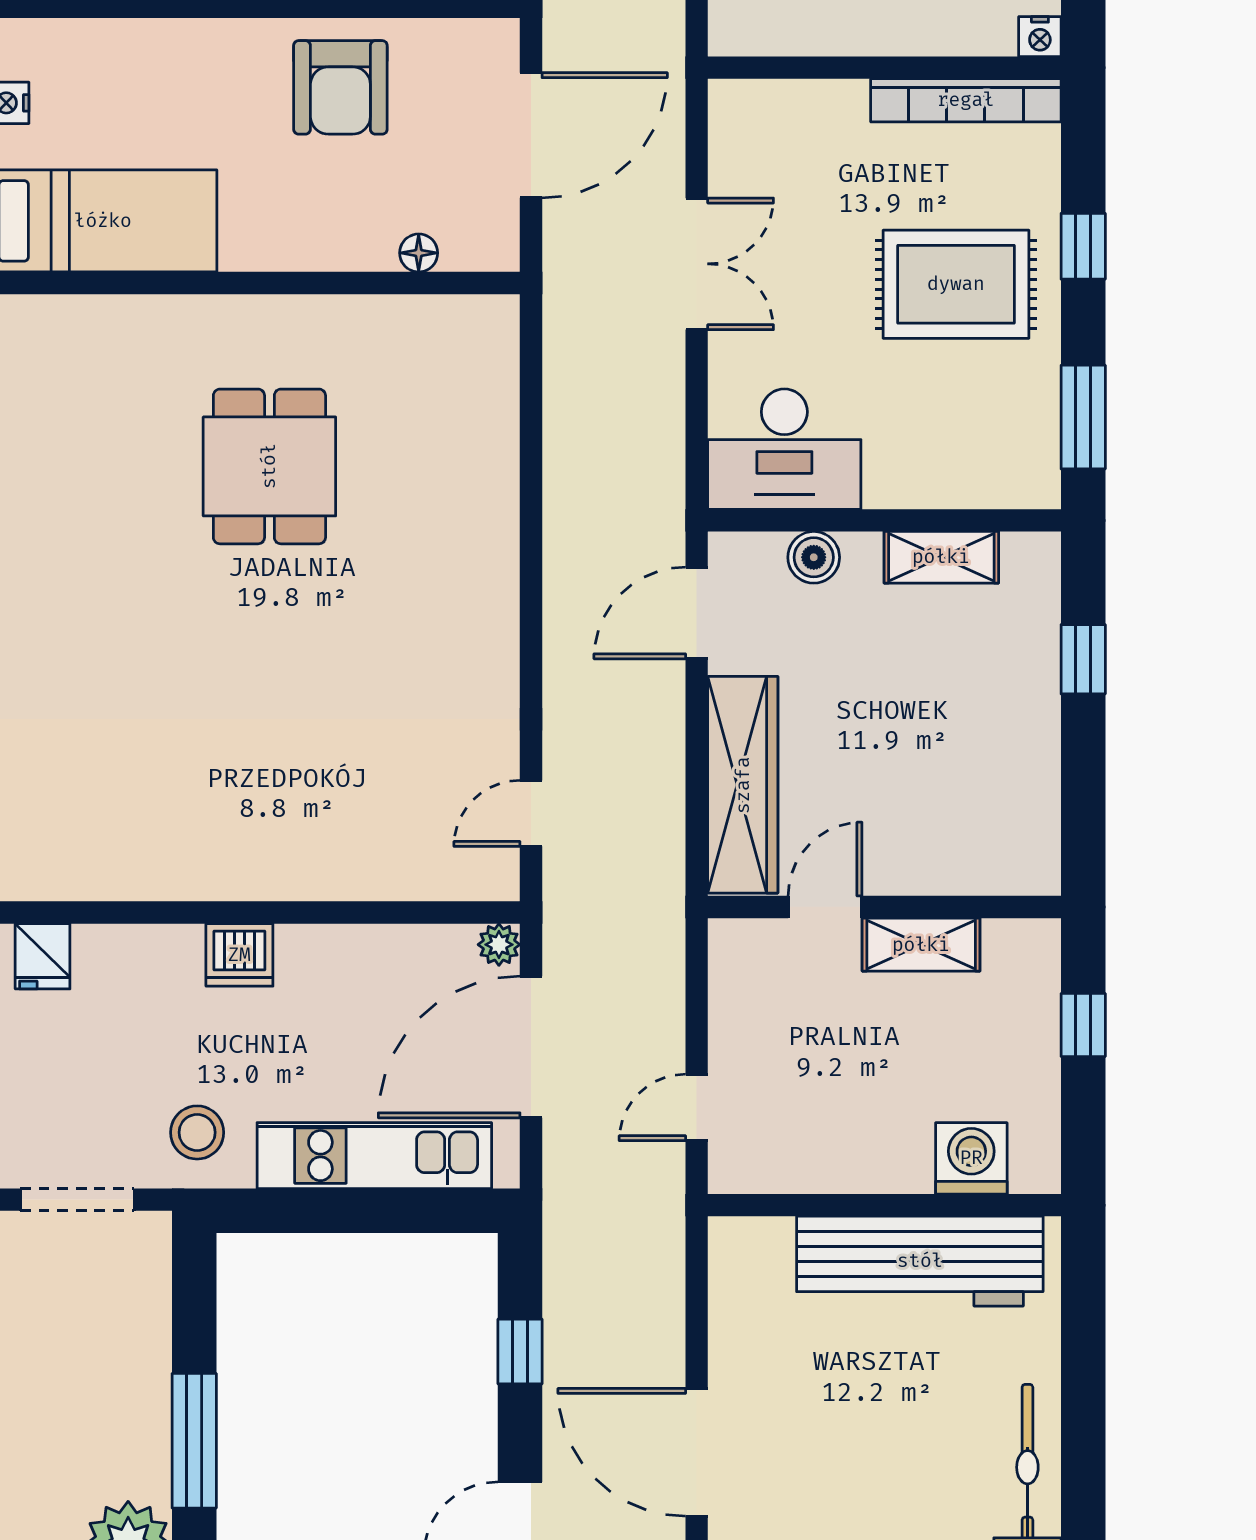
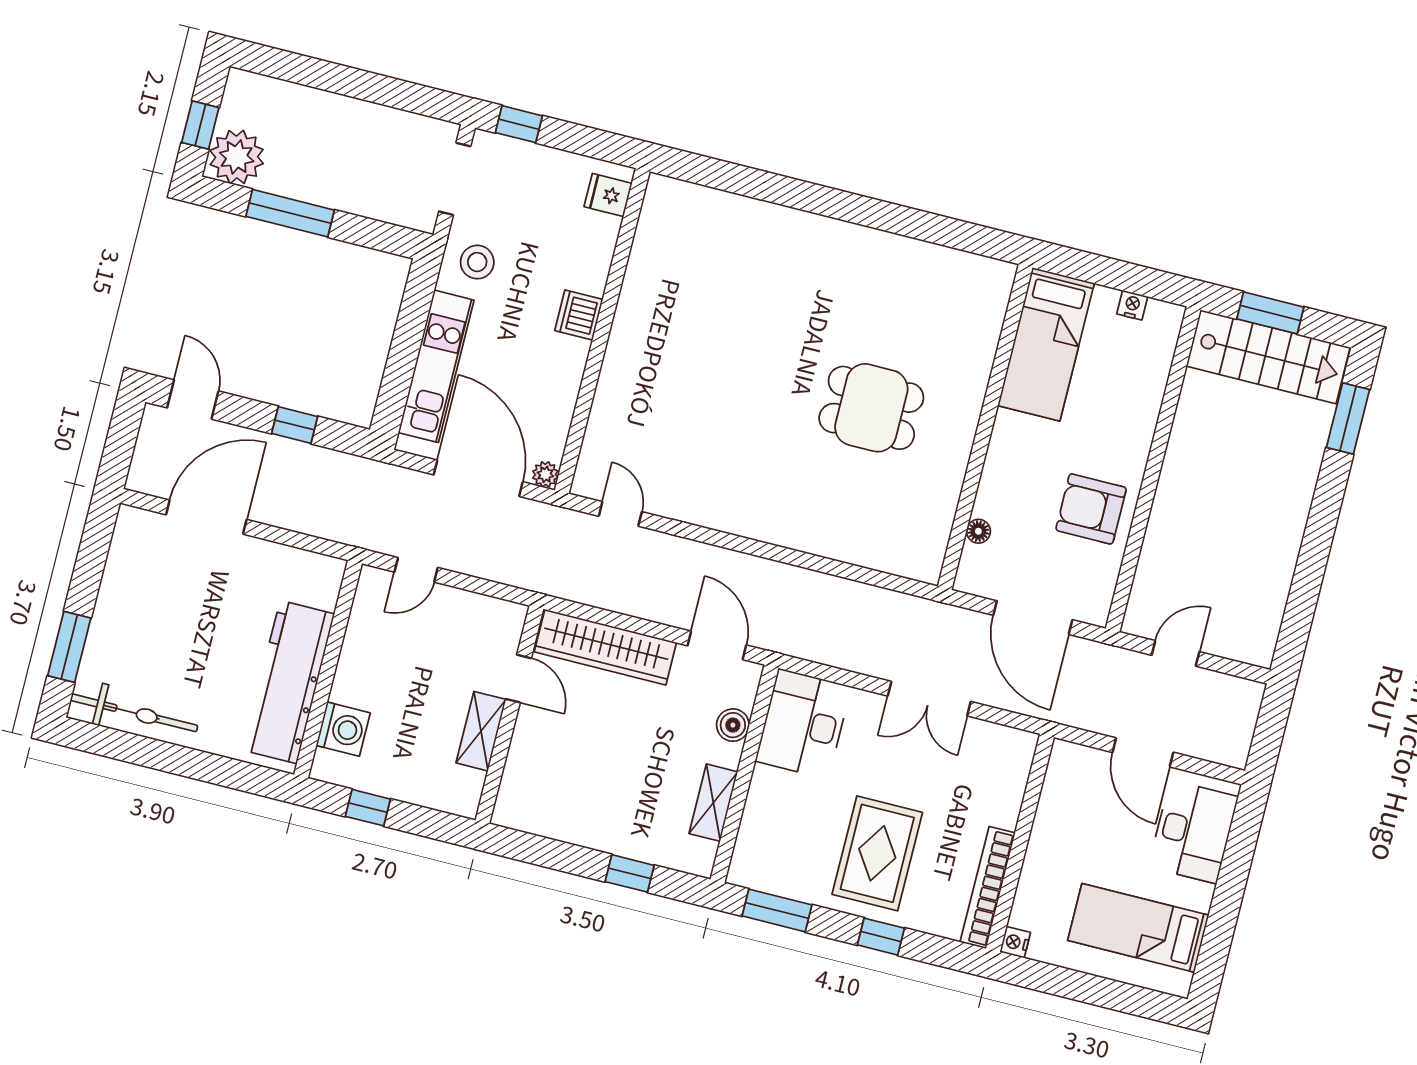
window: (1083, 1025) -> (368, 808), moved
door: (697, 1107) -> (416, 570), swing flipped

